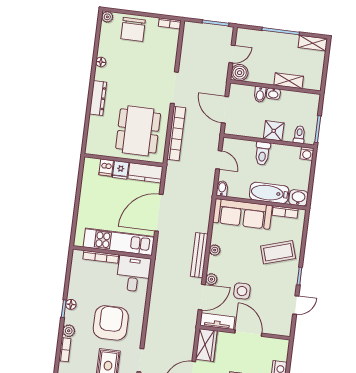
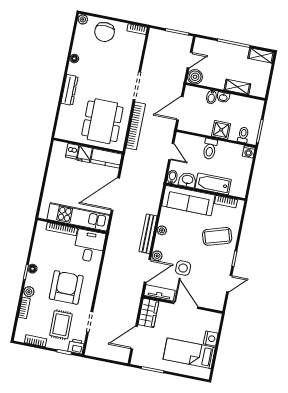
door: (225, 110) -> (180, 108), hinge flipped
washbasin: (298, 198) -> (187, 180), moved

